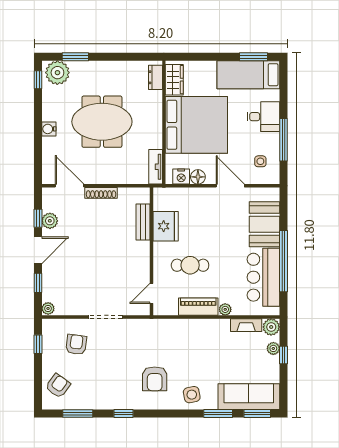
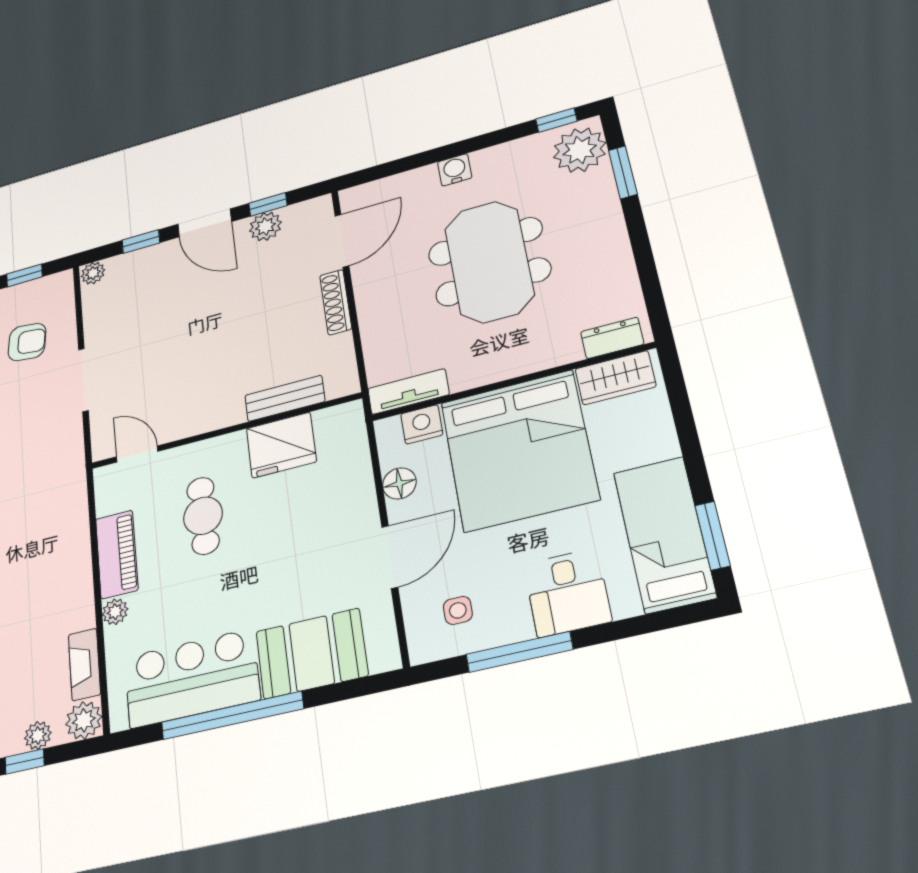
nightstand: (181, 177) -> (422, 424), moved, turned 90

